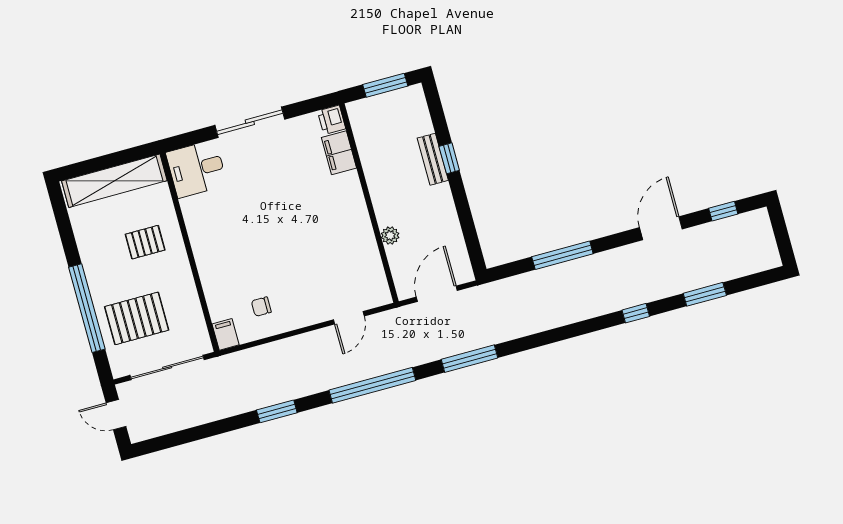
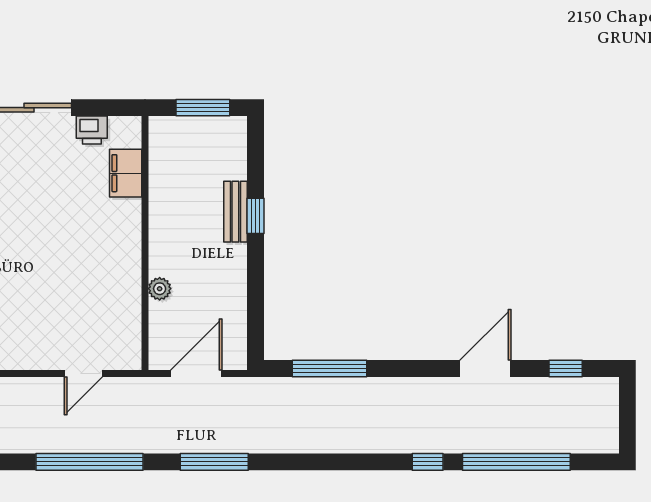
printer: (332, 120) -> (92, 130), moved, turned -90
window: (562, 255) -> (330, 369), moved
window: (705, 294) -> (516, 462), width x2.11

